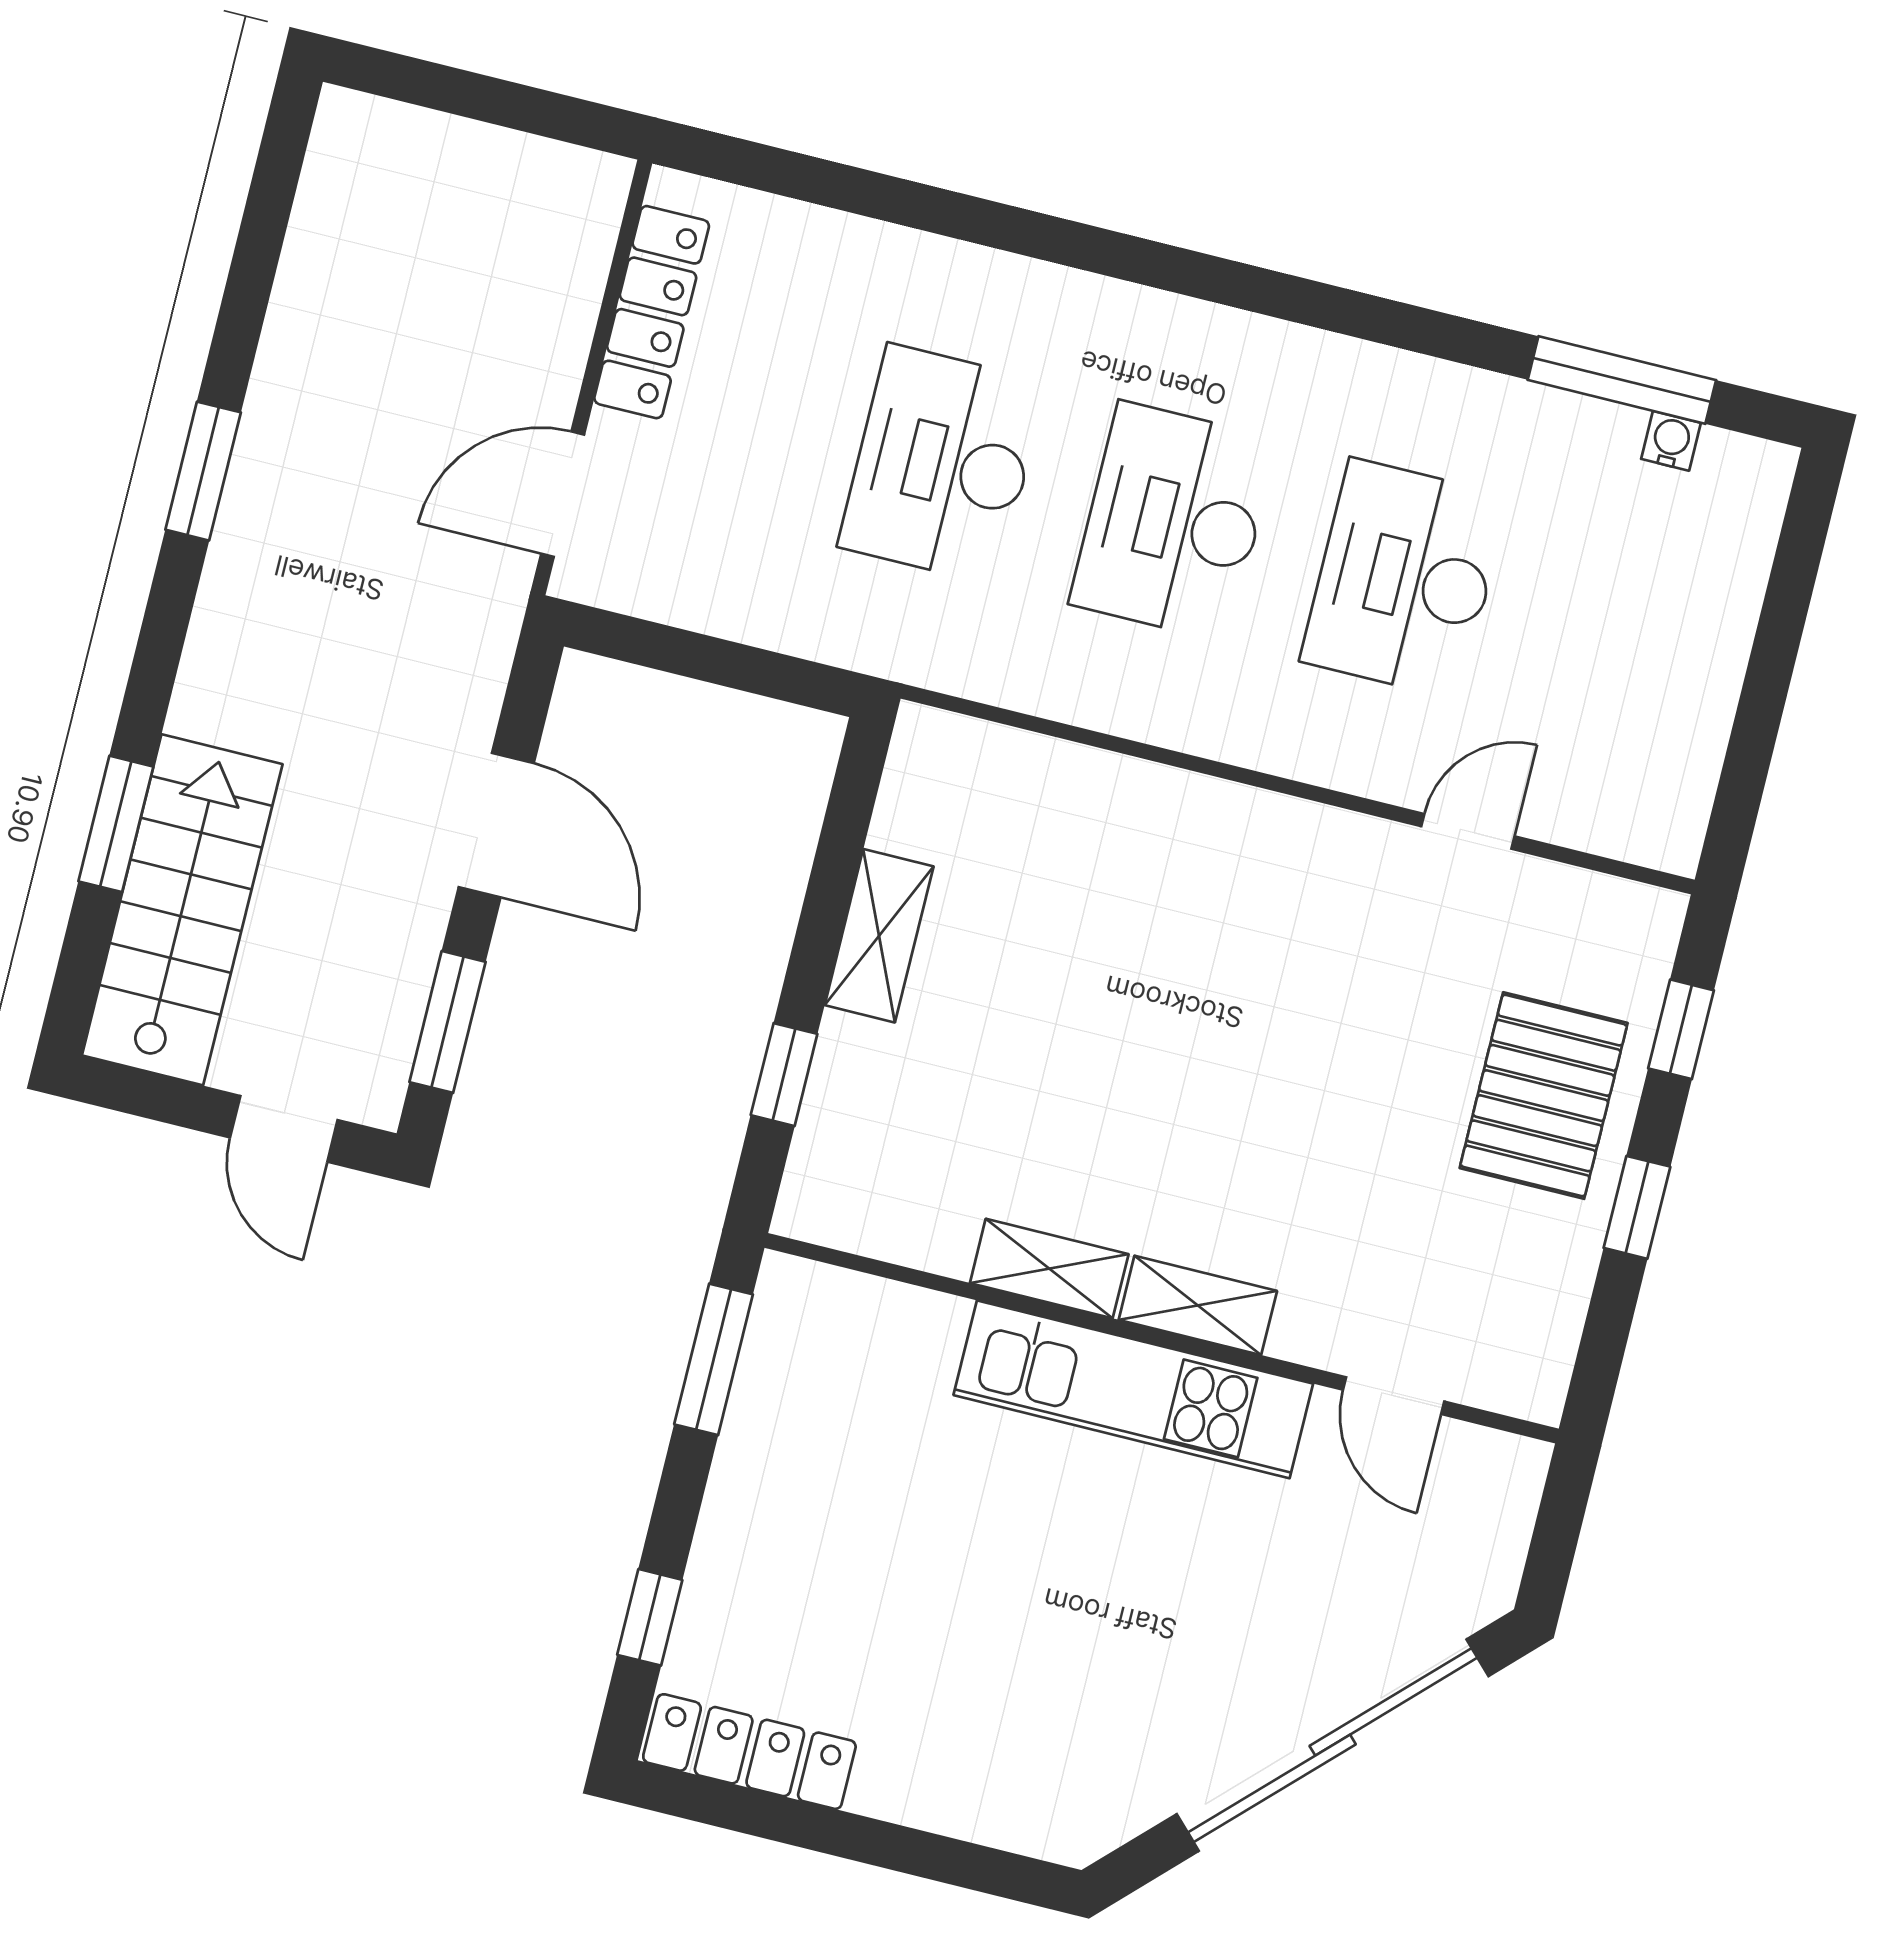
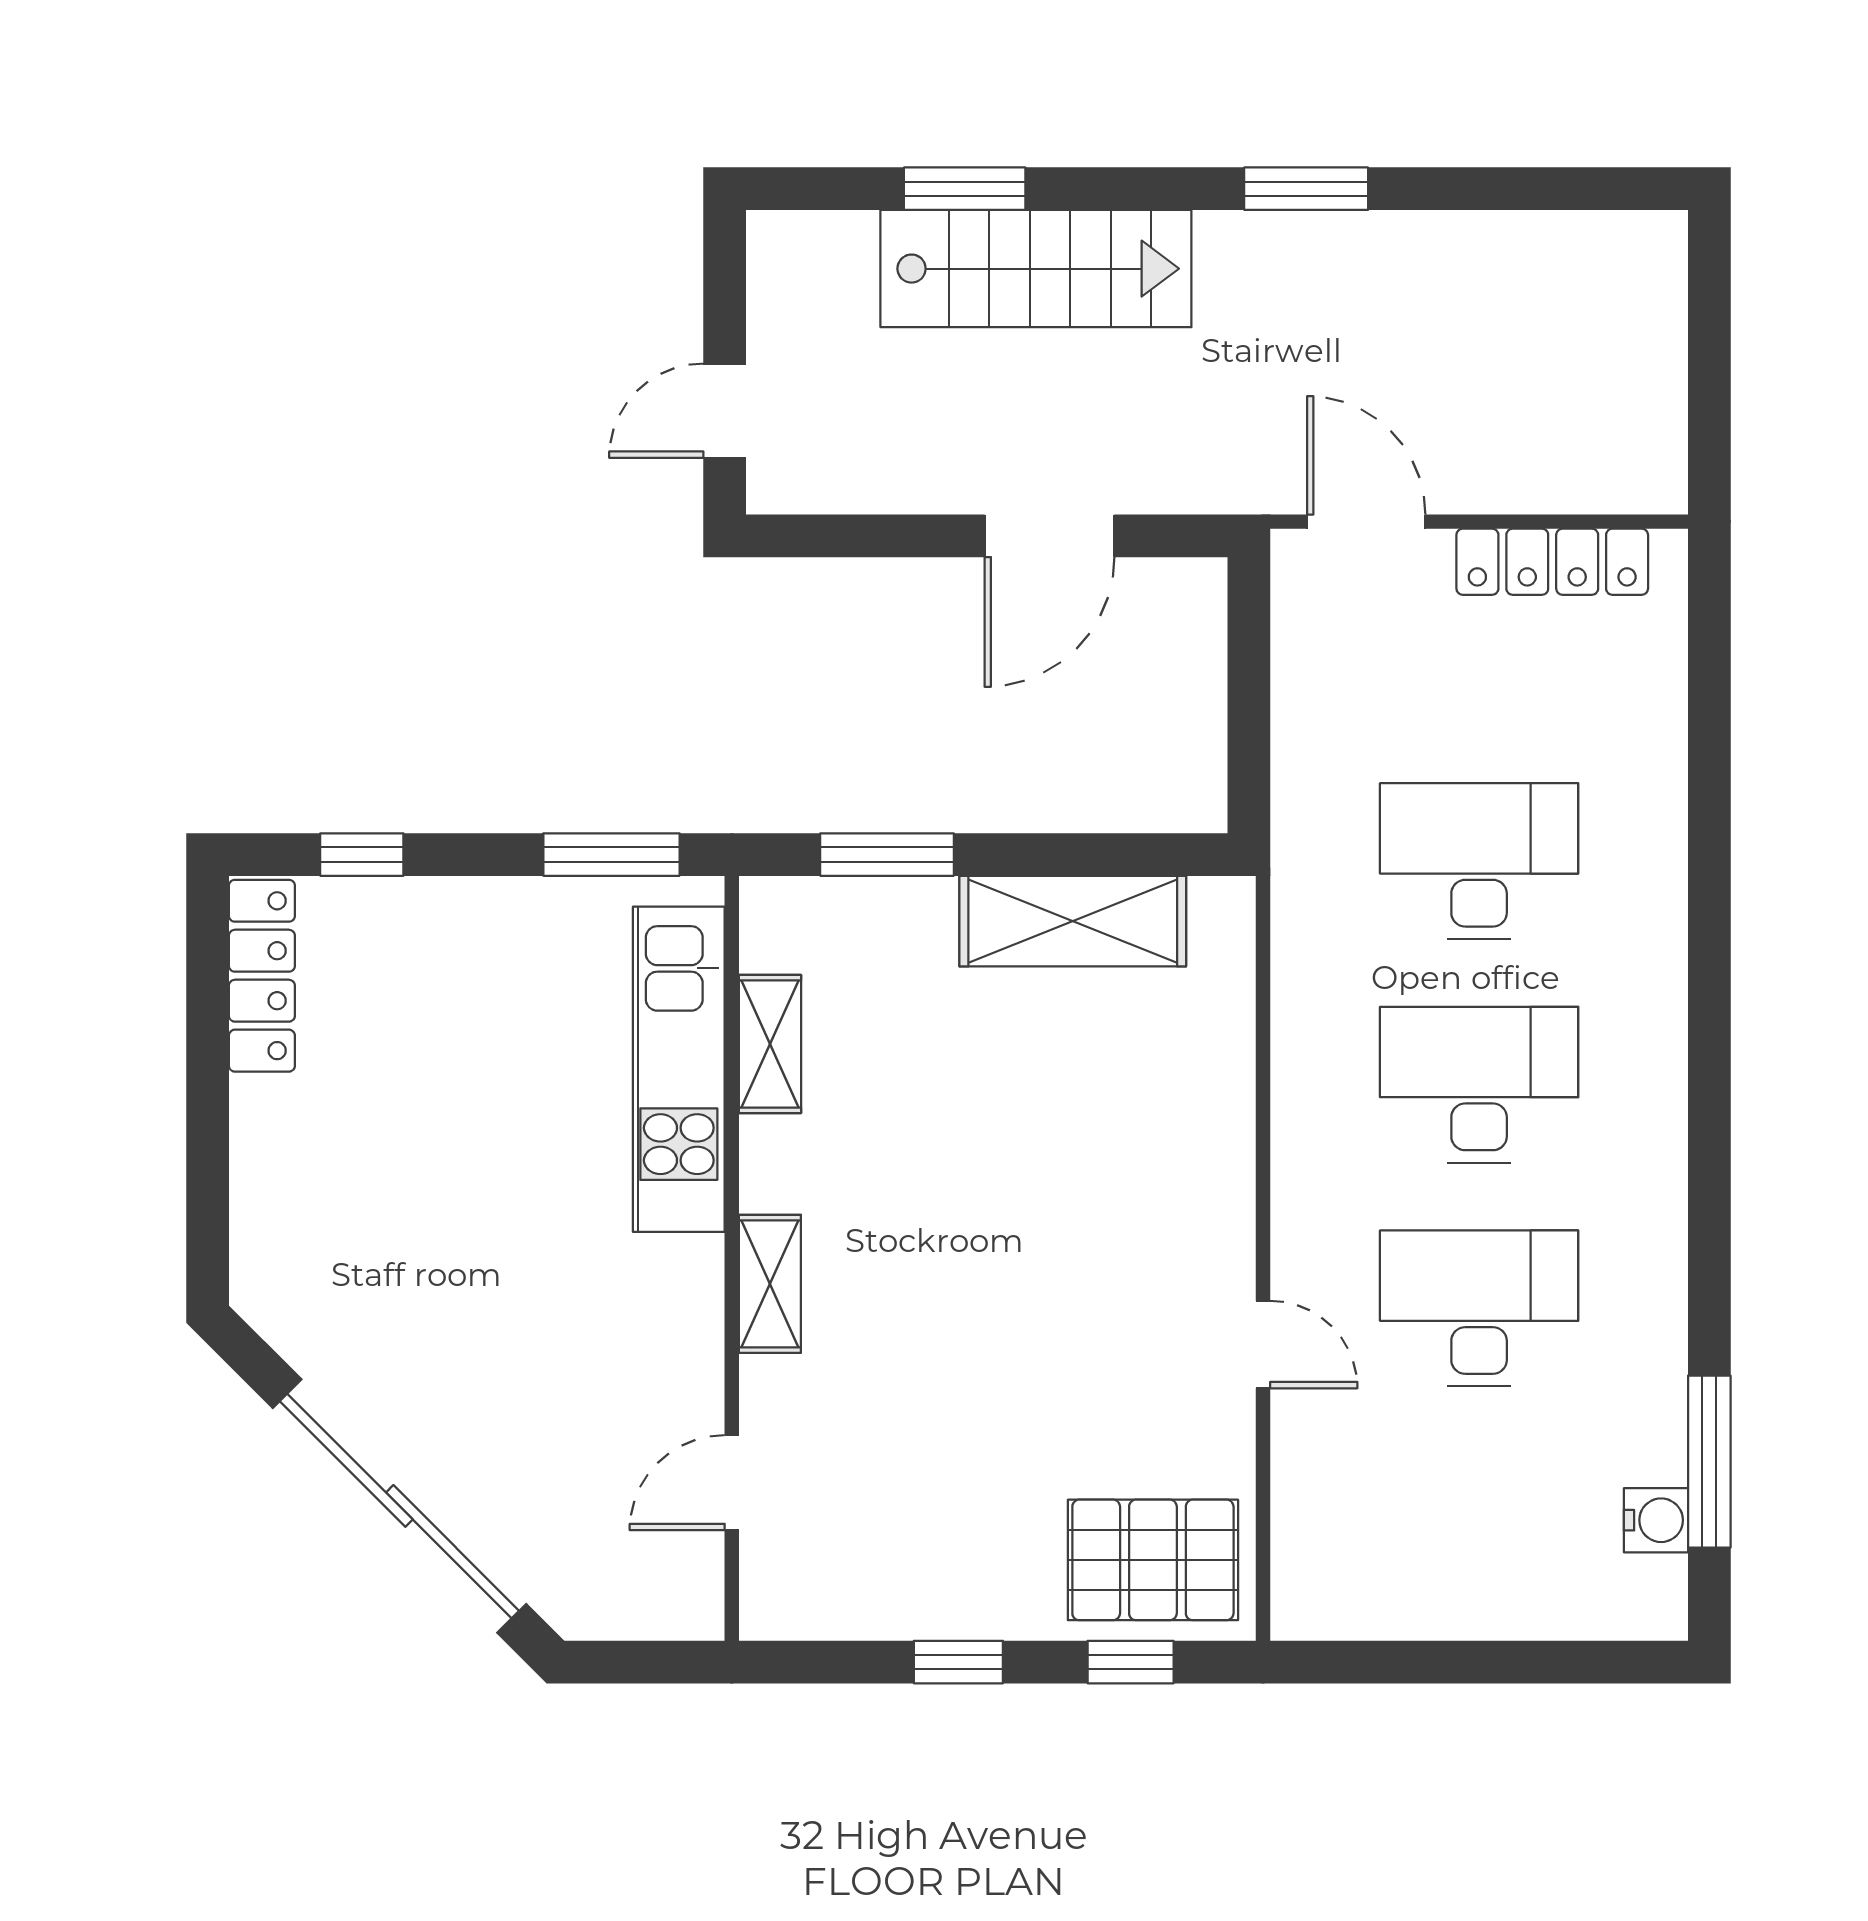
water cooler: (1671, 441) -> (1656, 1520), width x1.38, depth x1.38
door: (1468, 831) -> (1263, 1345), moved
stairs: (182, 910) -> (1036, 269), moved
shelving: (879, 936) -> (1073, 921), width x1.50, depth x1.33
window: (447, 1022) -> (859, 536), removed
window: (784, 1075) -> (887, 855), width x1.50
pallet: (1544, 1096) -> (1153, 1560), moved
shelving: (1049, 1269) -> (770, 1044), moved
kitchen unit: (1133, 1389) -> (679, 1069), moved

